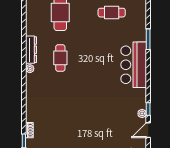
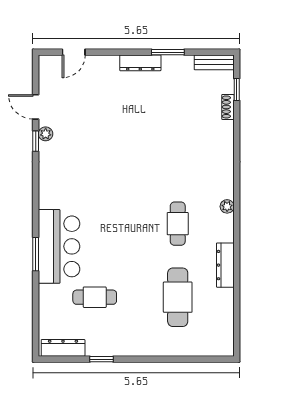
dresser: (31, 50) -> (225, 265), moved
bar counter: (134, 65) -> (59, 246), moved
door: (148, 130) -> (36, 107), swing flipped

